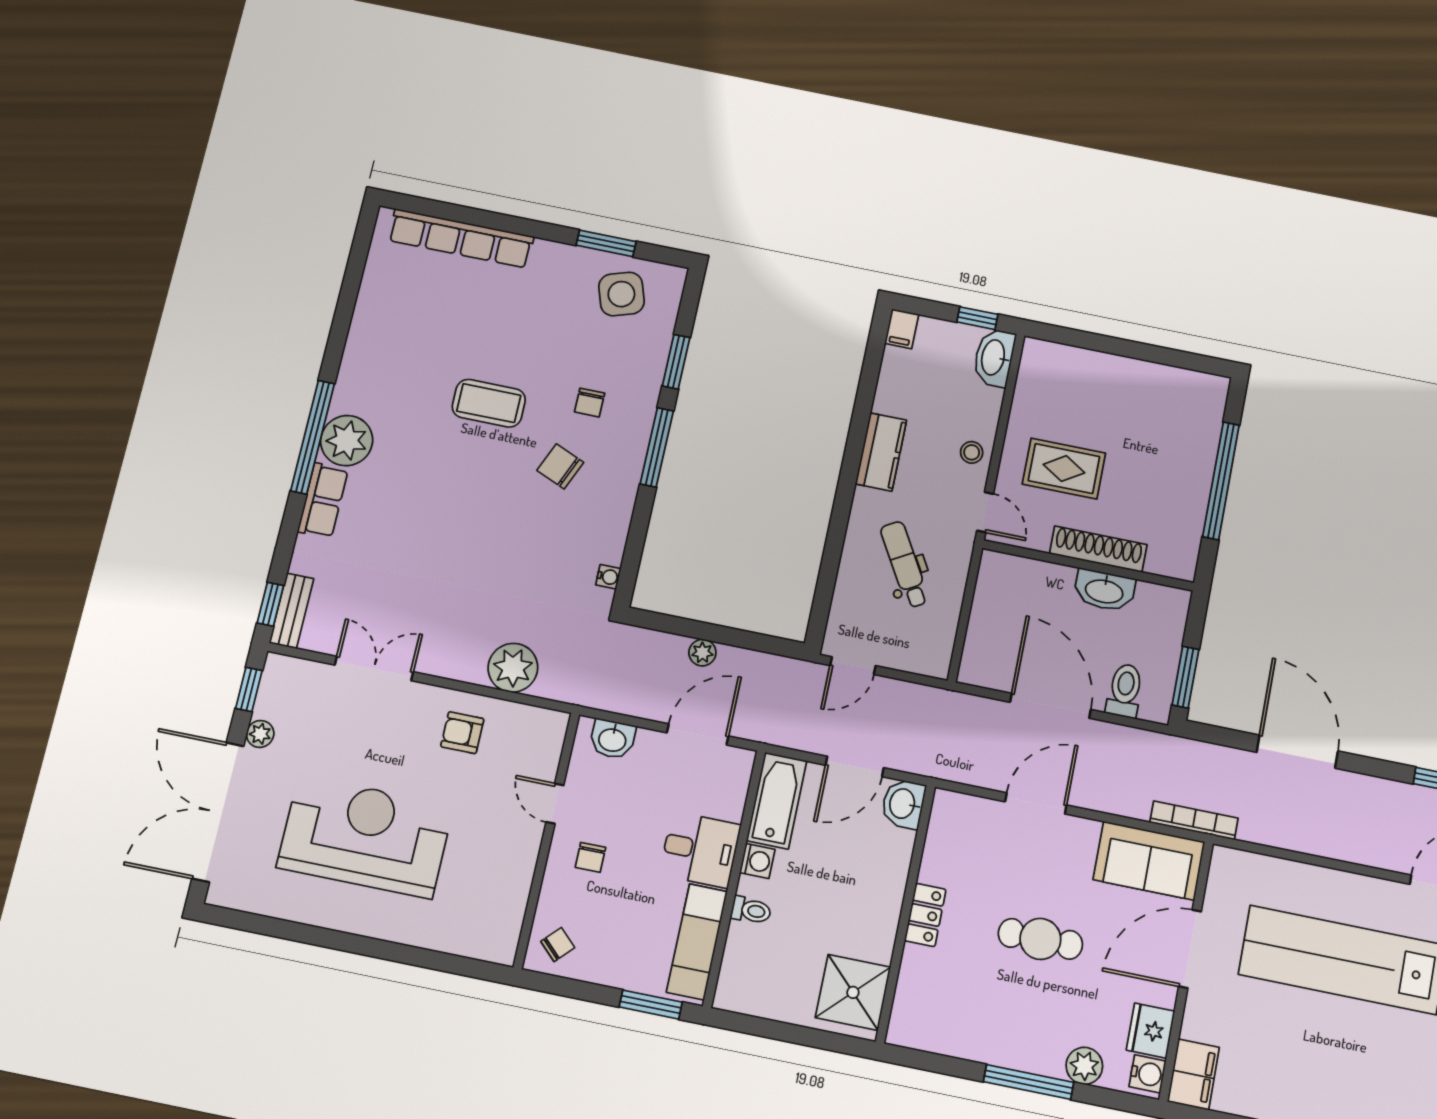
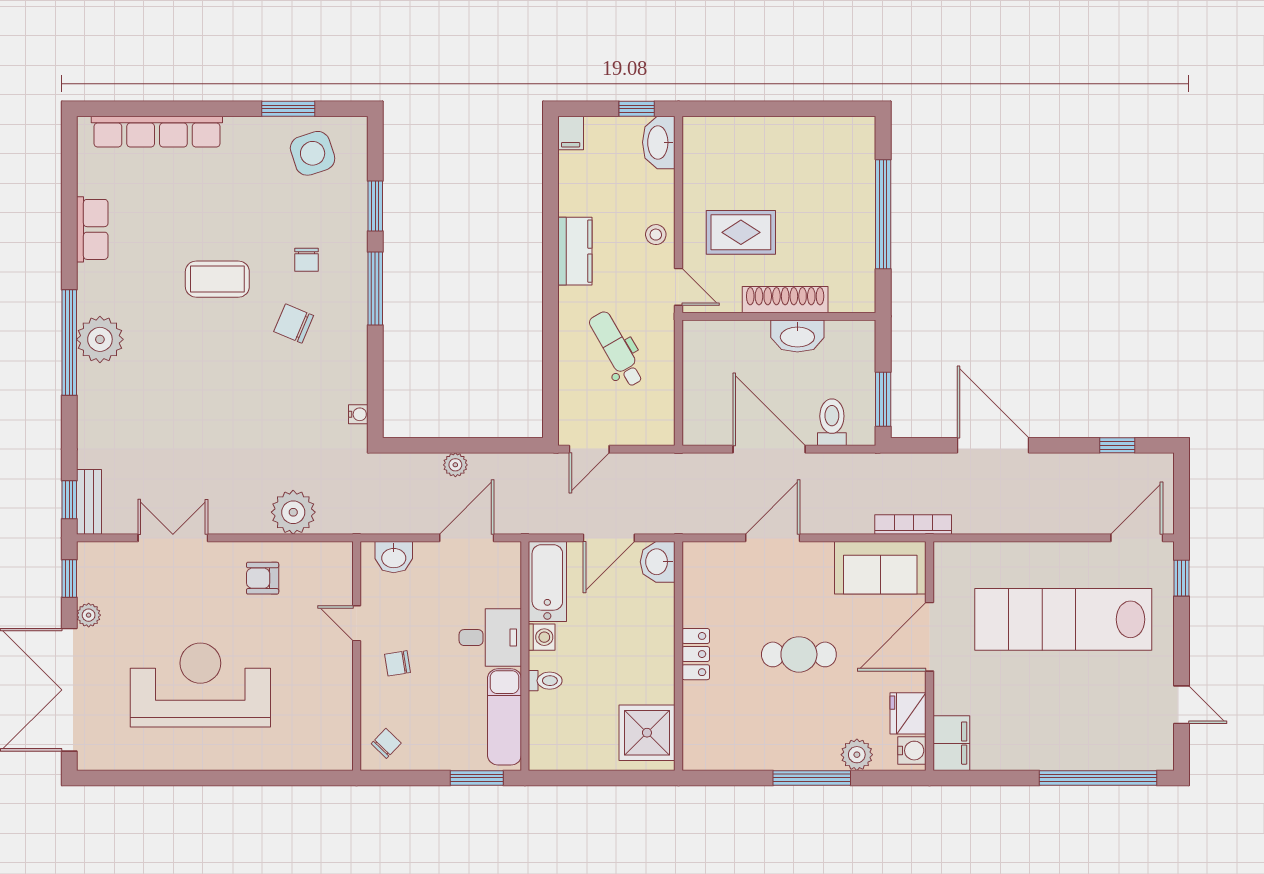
row of seats: (323, 500) -> (92, 229), moved
chair: (590, 857) -> (398, 663), turned 81

